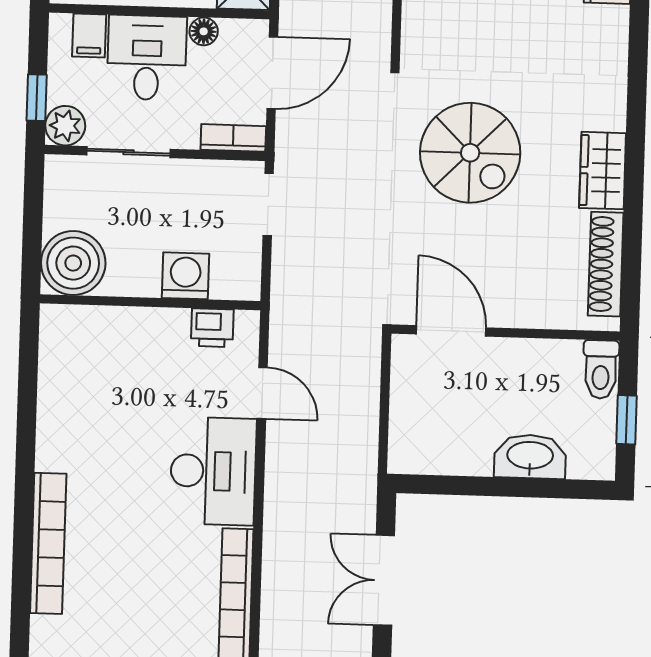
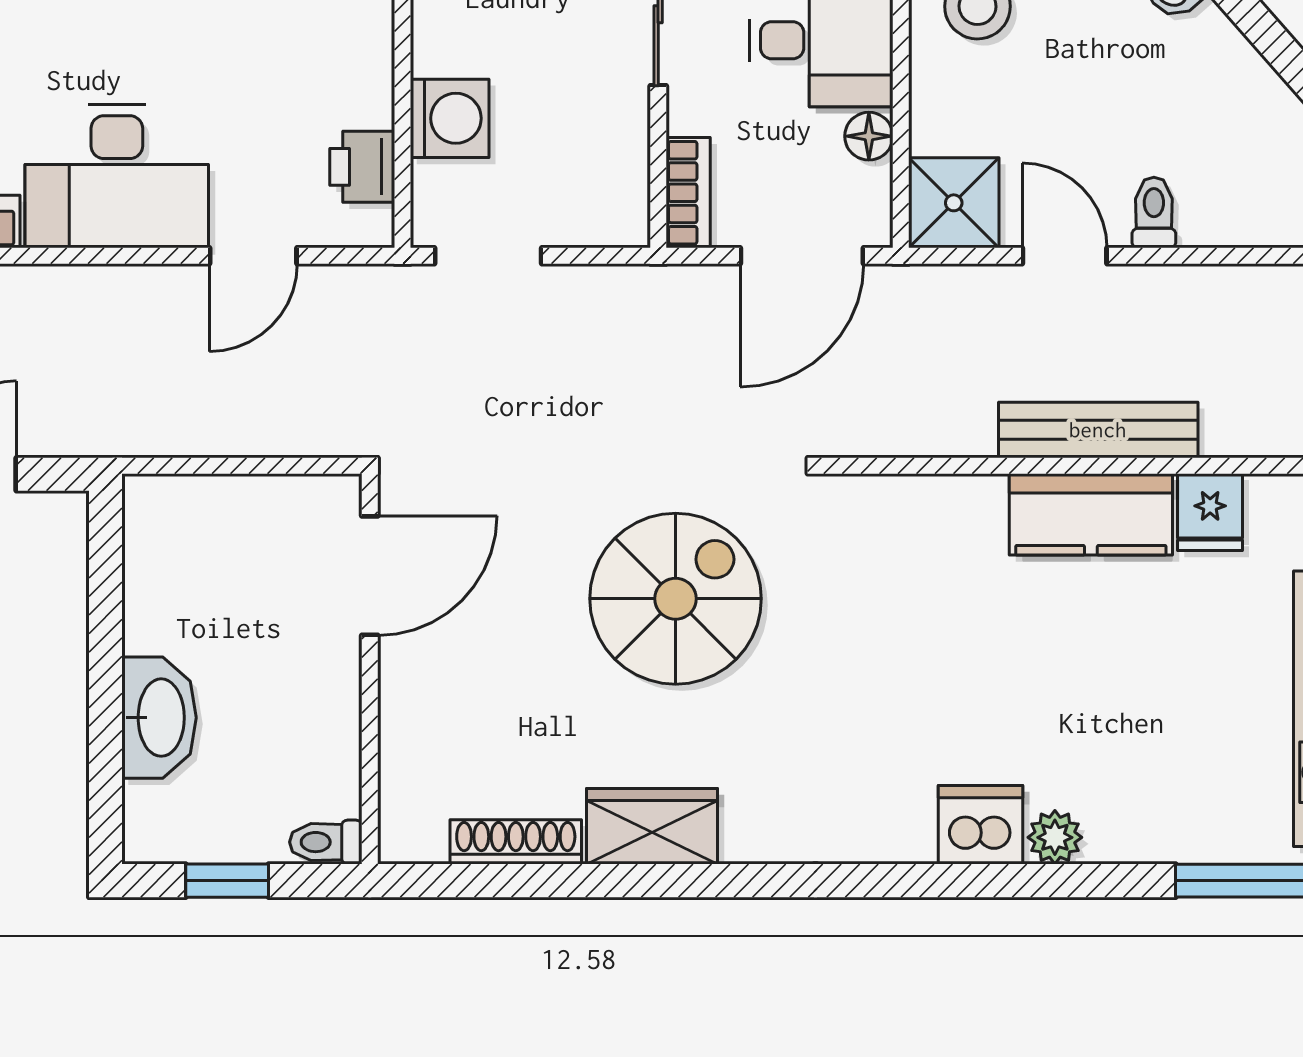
door: (272, 73) -> (802, 256), hinge flipped
spiral stairs: (470, 153) -> (676, 599), turned 180
doorway: (268, 204) -> (488, 256), moved
shoe rack: (606, 264) -> (516, 842), width x0.74, depth x0.81
toilet: (601, 369) -> (326, 842), width x0.73, depth x0.72

